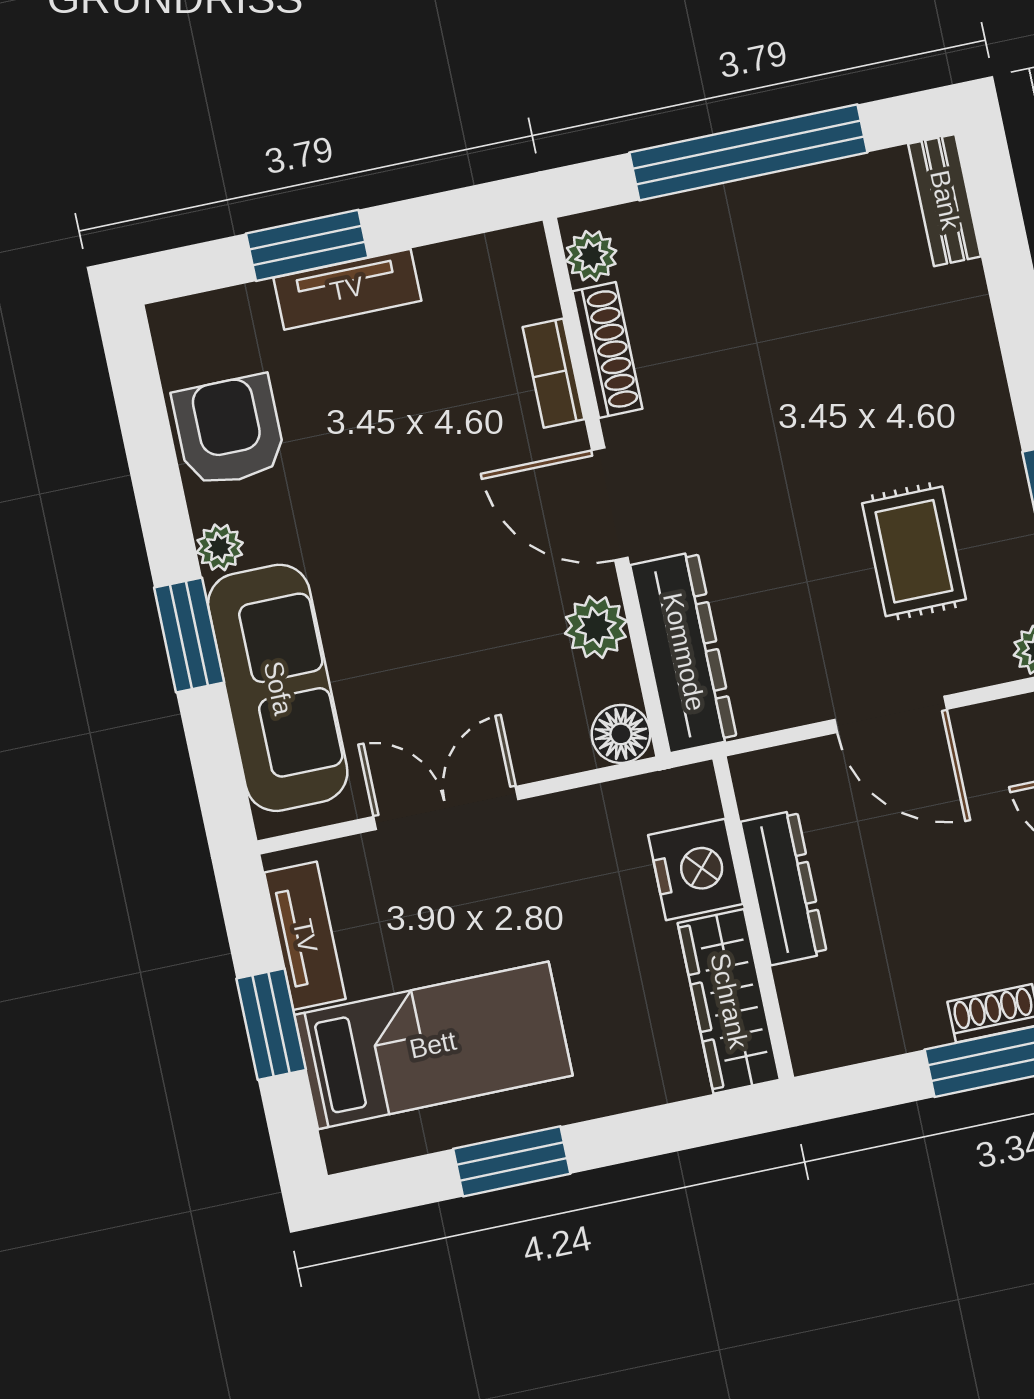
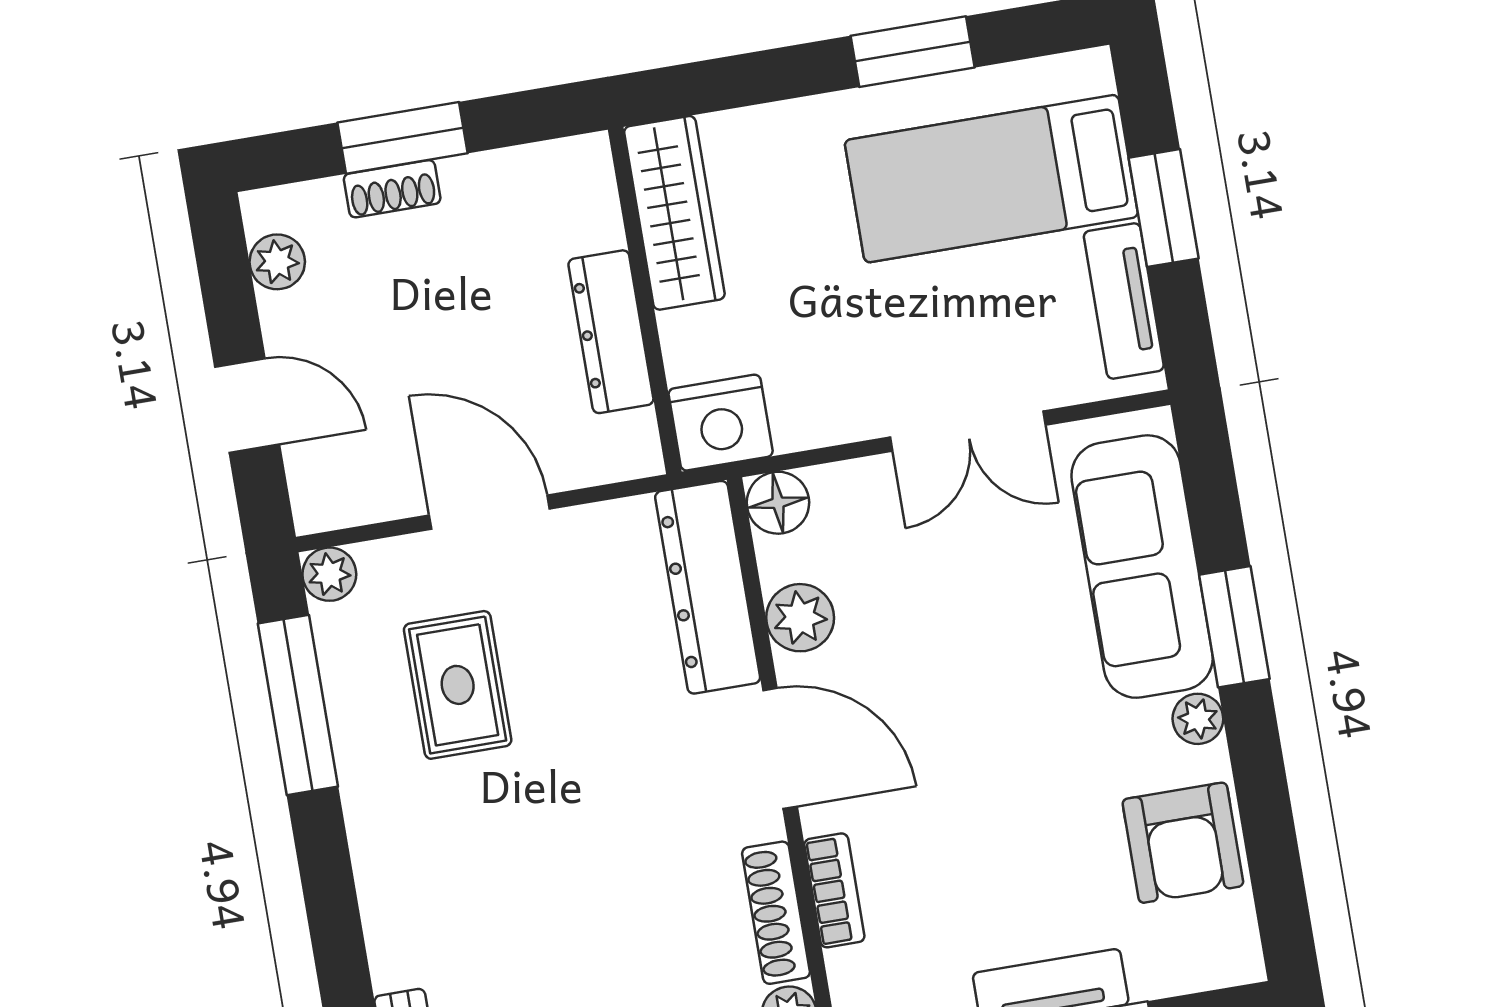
nightstand: (695, 869) -> (721, 423), moved, turned -90

